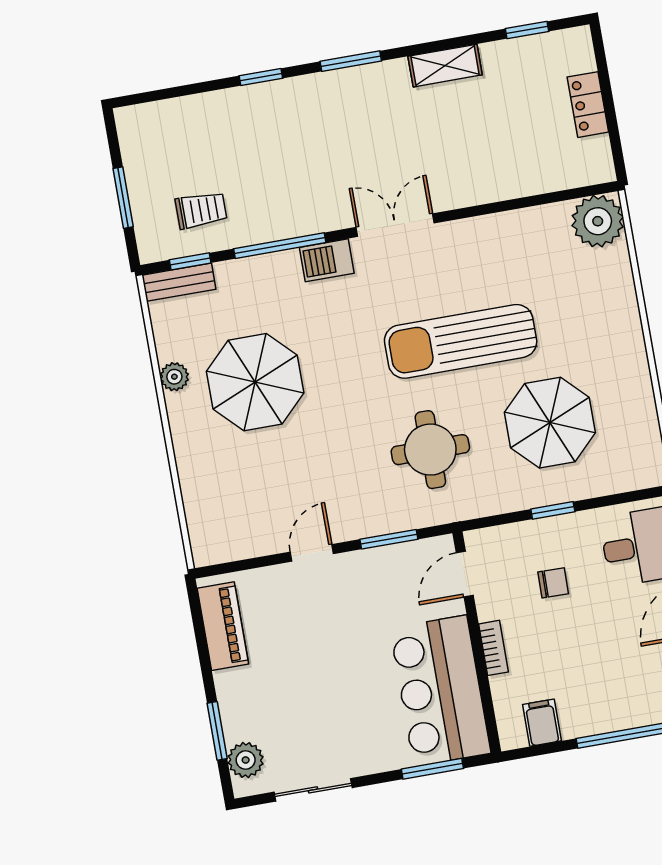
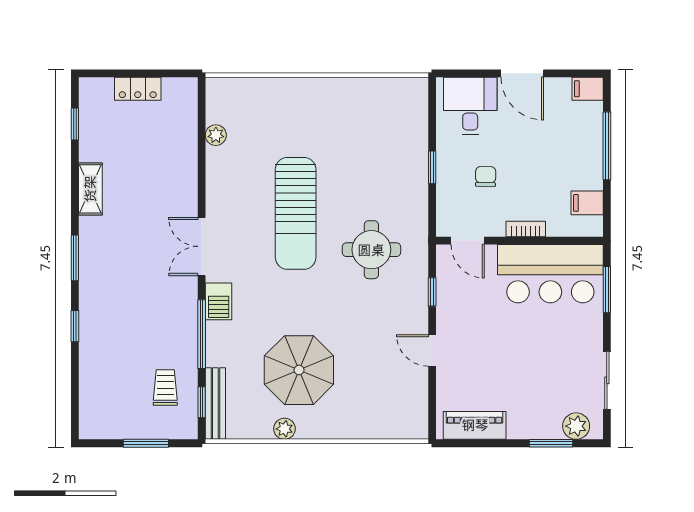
plant: (598, 221) -> (216, 135), moved, width x0.53, depth x0.53
bench: (179, 282) -> (215, 404), width x1.36
parasol: (550, 423) -> (367, 158), removed
window: (389, 539) -> (432, 292), width x0.67

